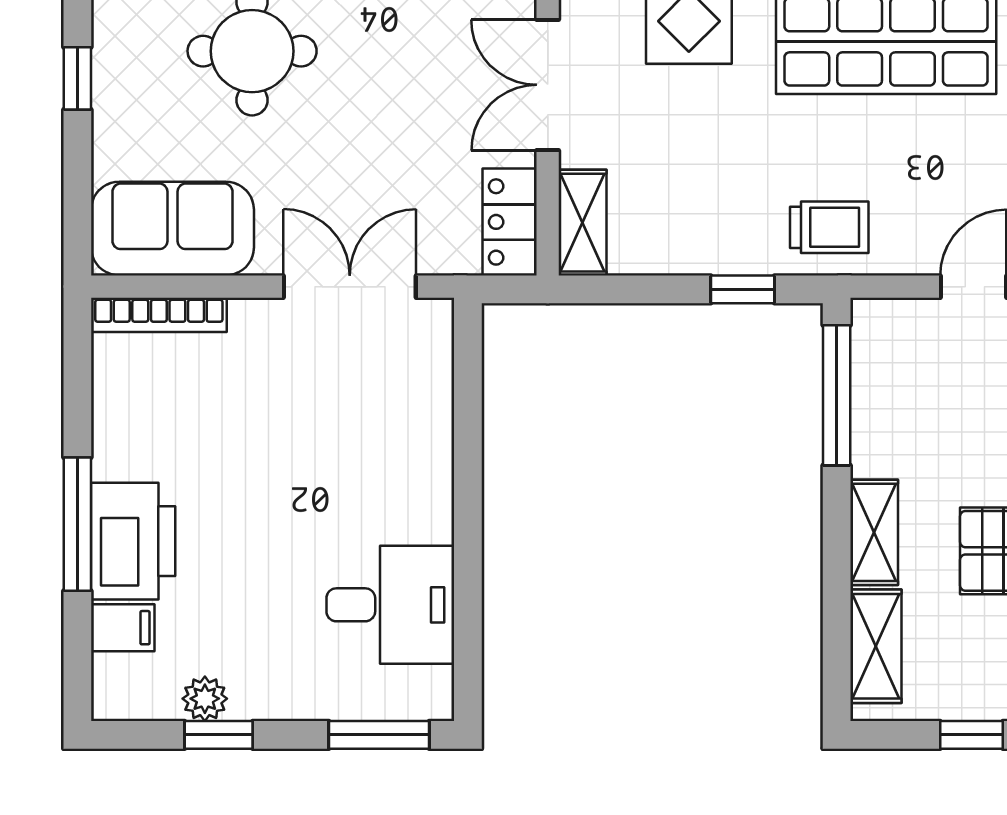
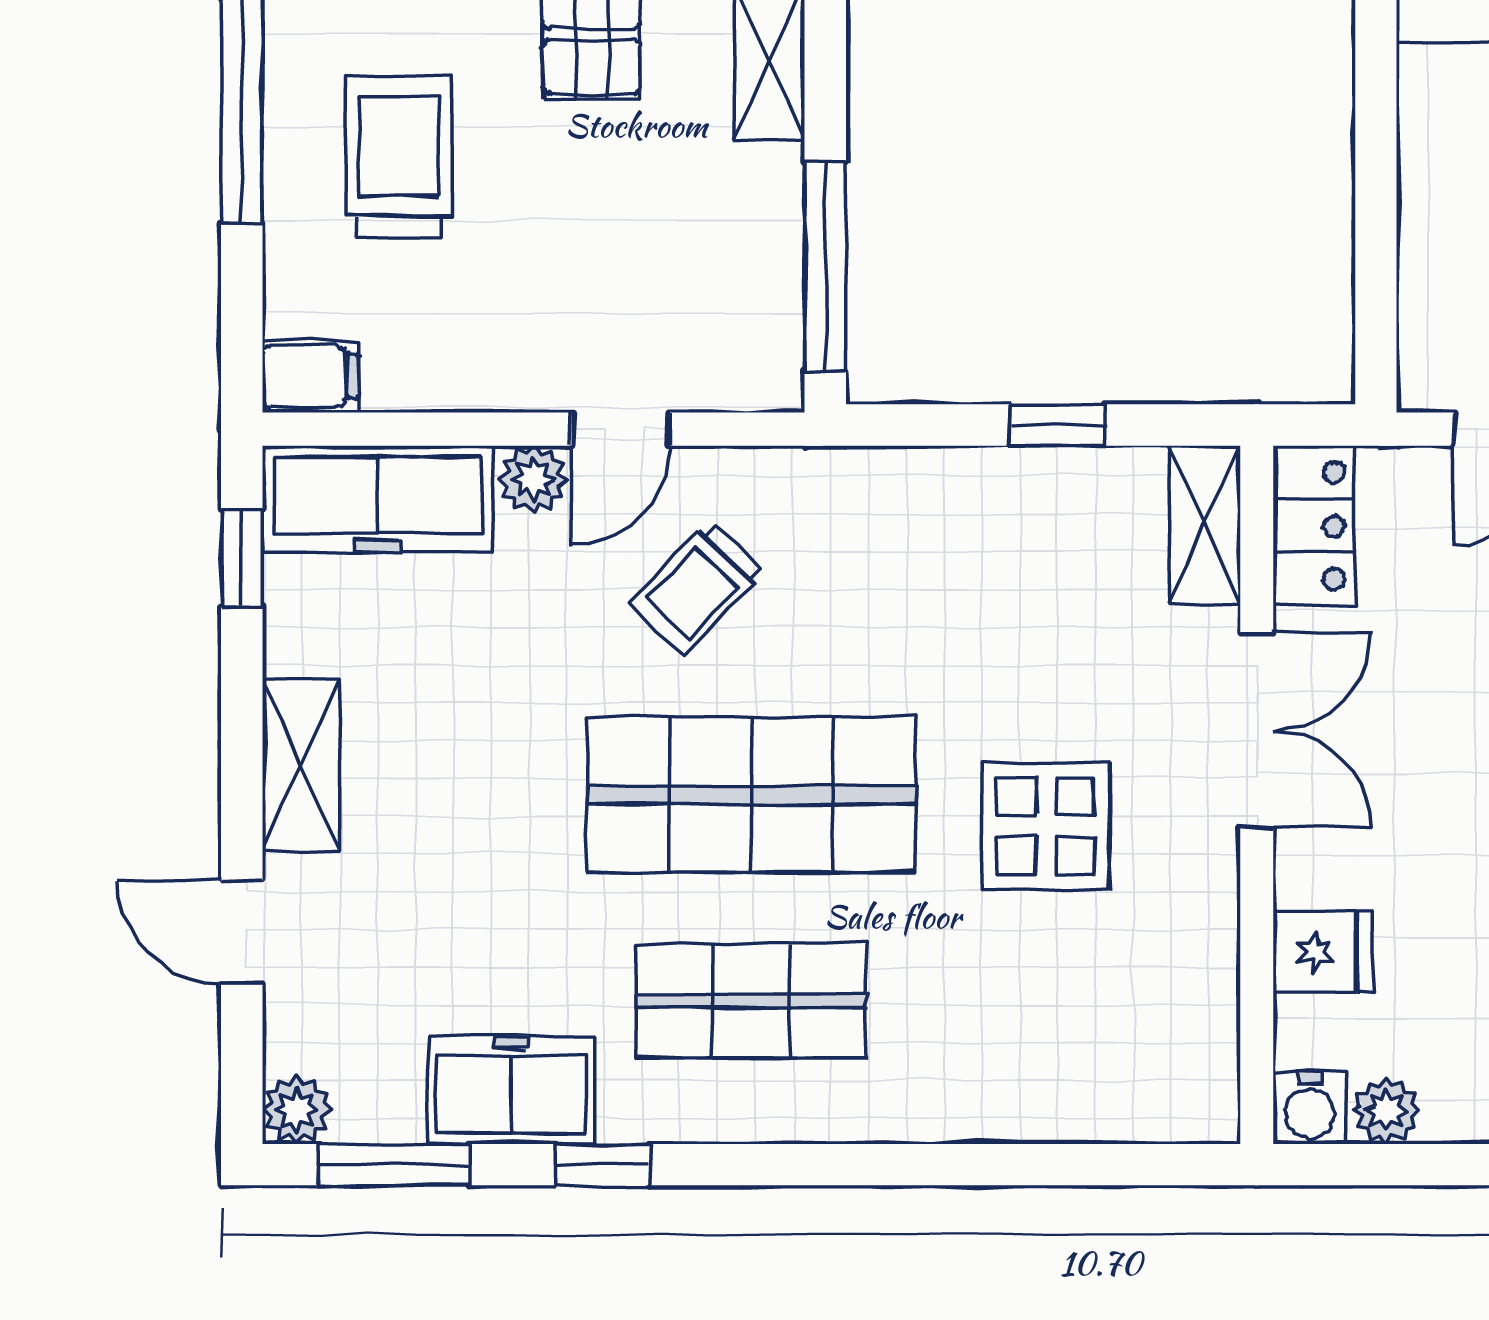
trolley: (829, 227) -> (698, 588), moved, turned -46
window: (743, 289) -> (1057, 425), moved

